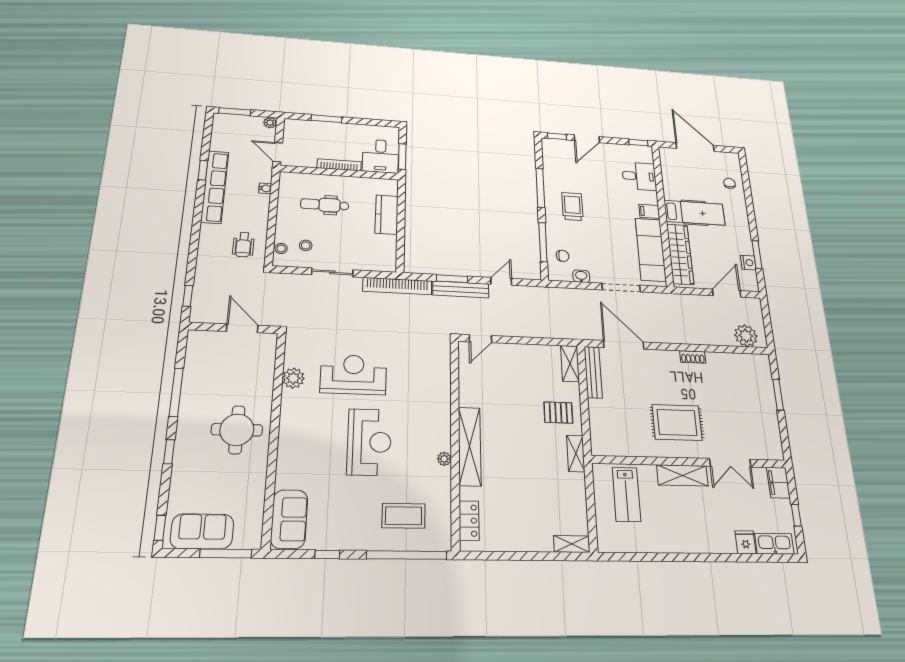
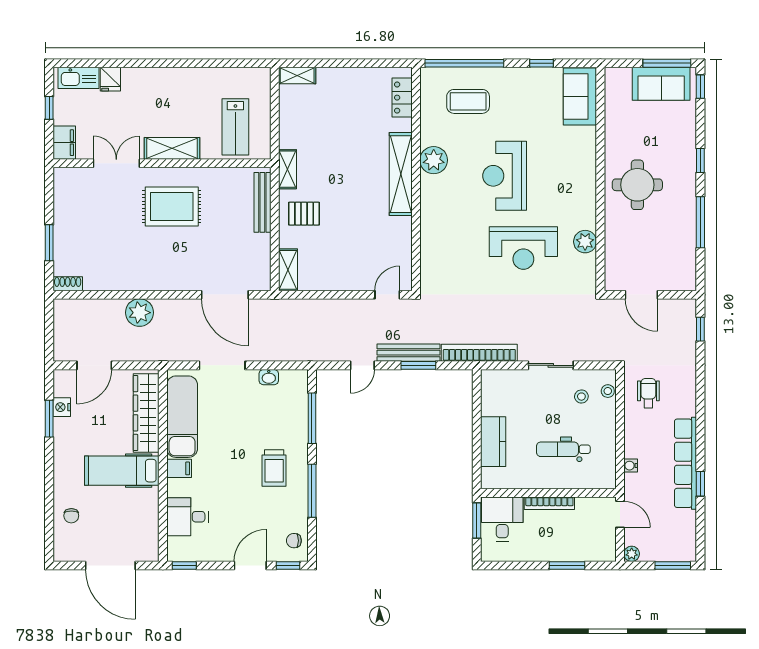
dental chair: (325, 205) -> (563, 449), turned 180
chair: (563, 256) -> (294, 541), moved
plant: (746, 336) -> (139, 313), moved
shoe rack: (693, 357) -> (68, 284), moved
bench: (593, 372) -> (262, 202), moved
plant: (444, 459) -> (434, 160), width x1.87, depth x1.87
lab bench: (626, 494) -> (235, 127), turned 180
window: (226, 553) -> (667, 63), moved

